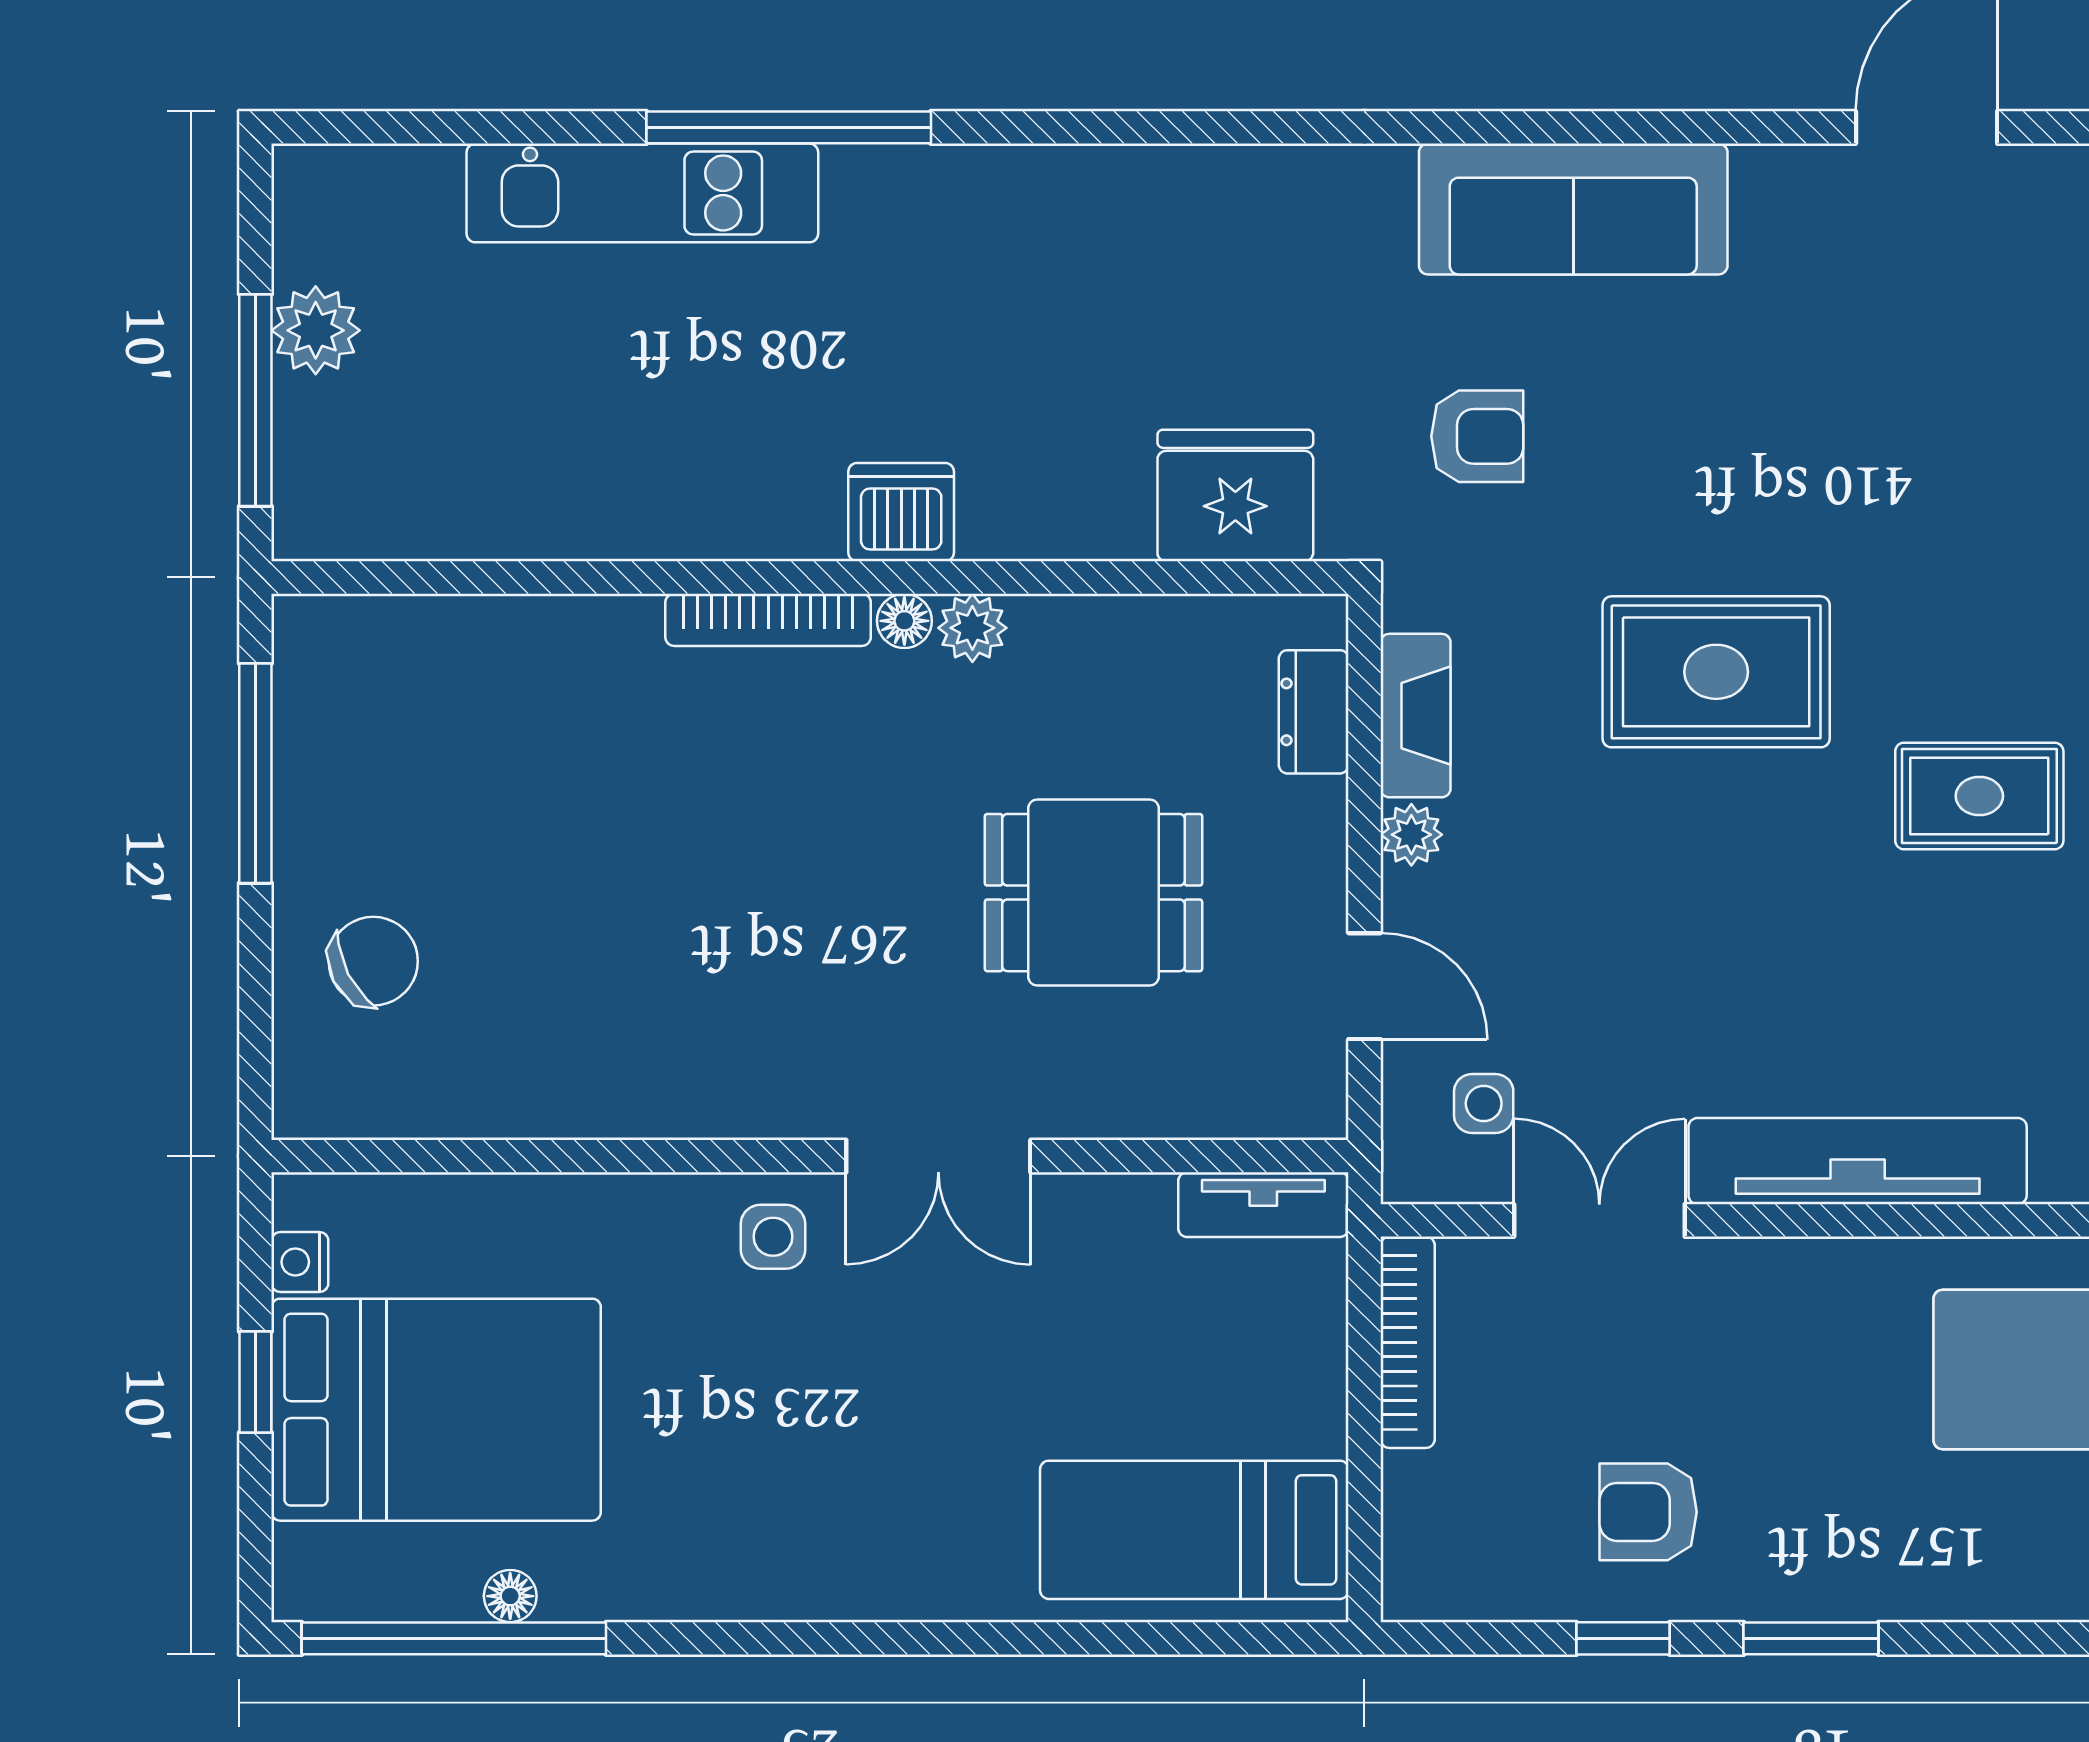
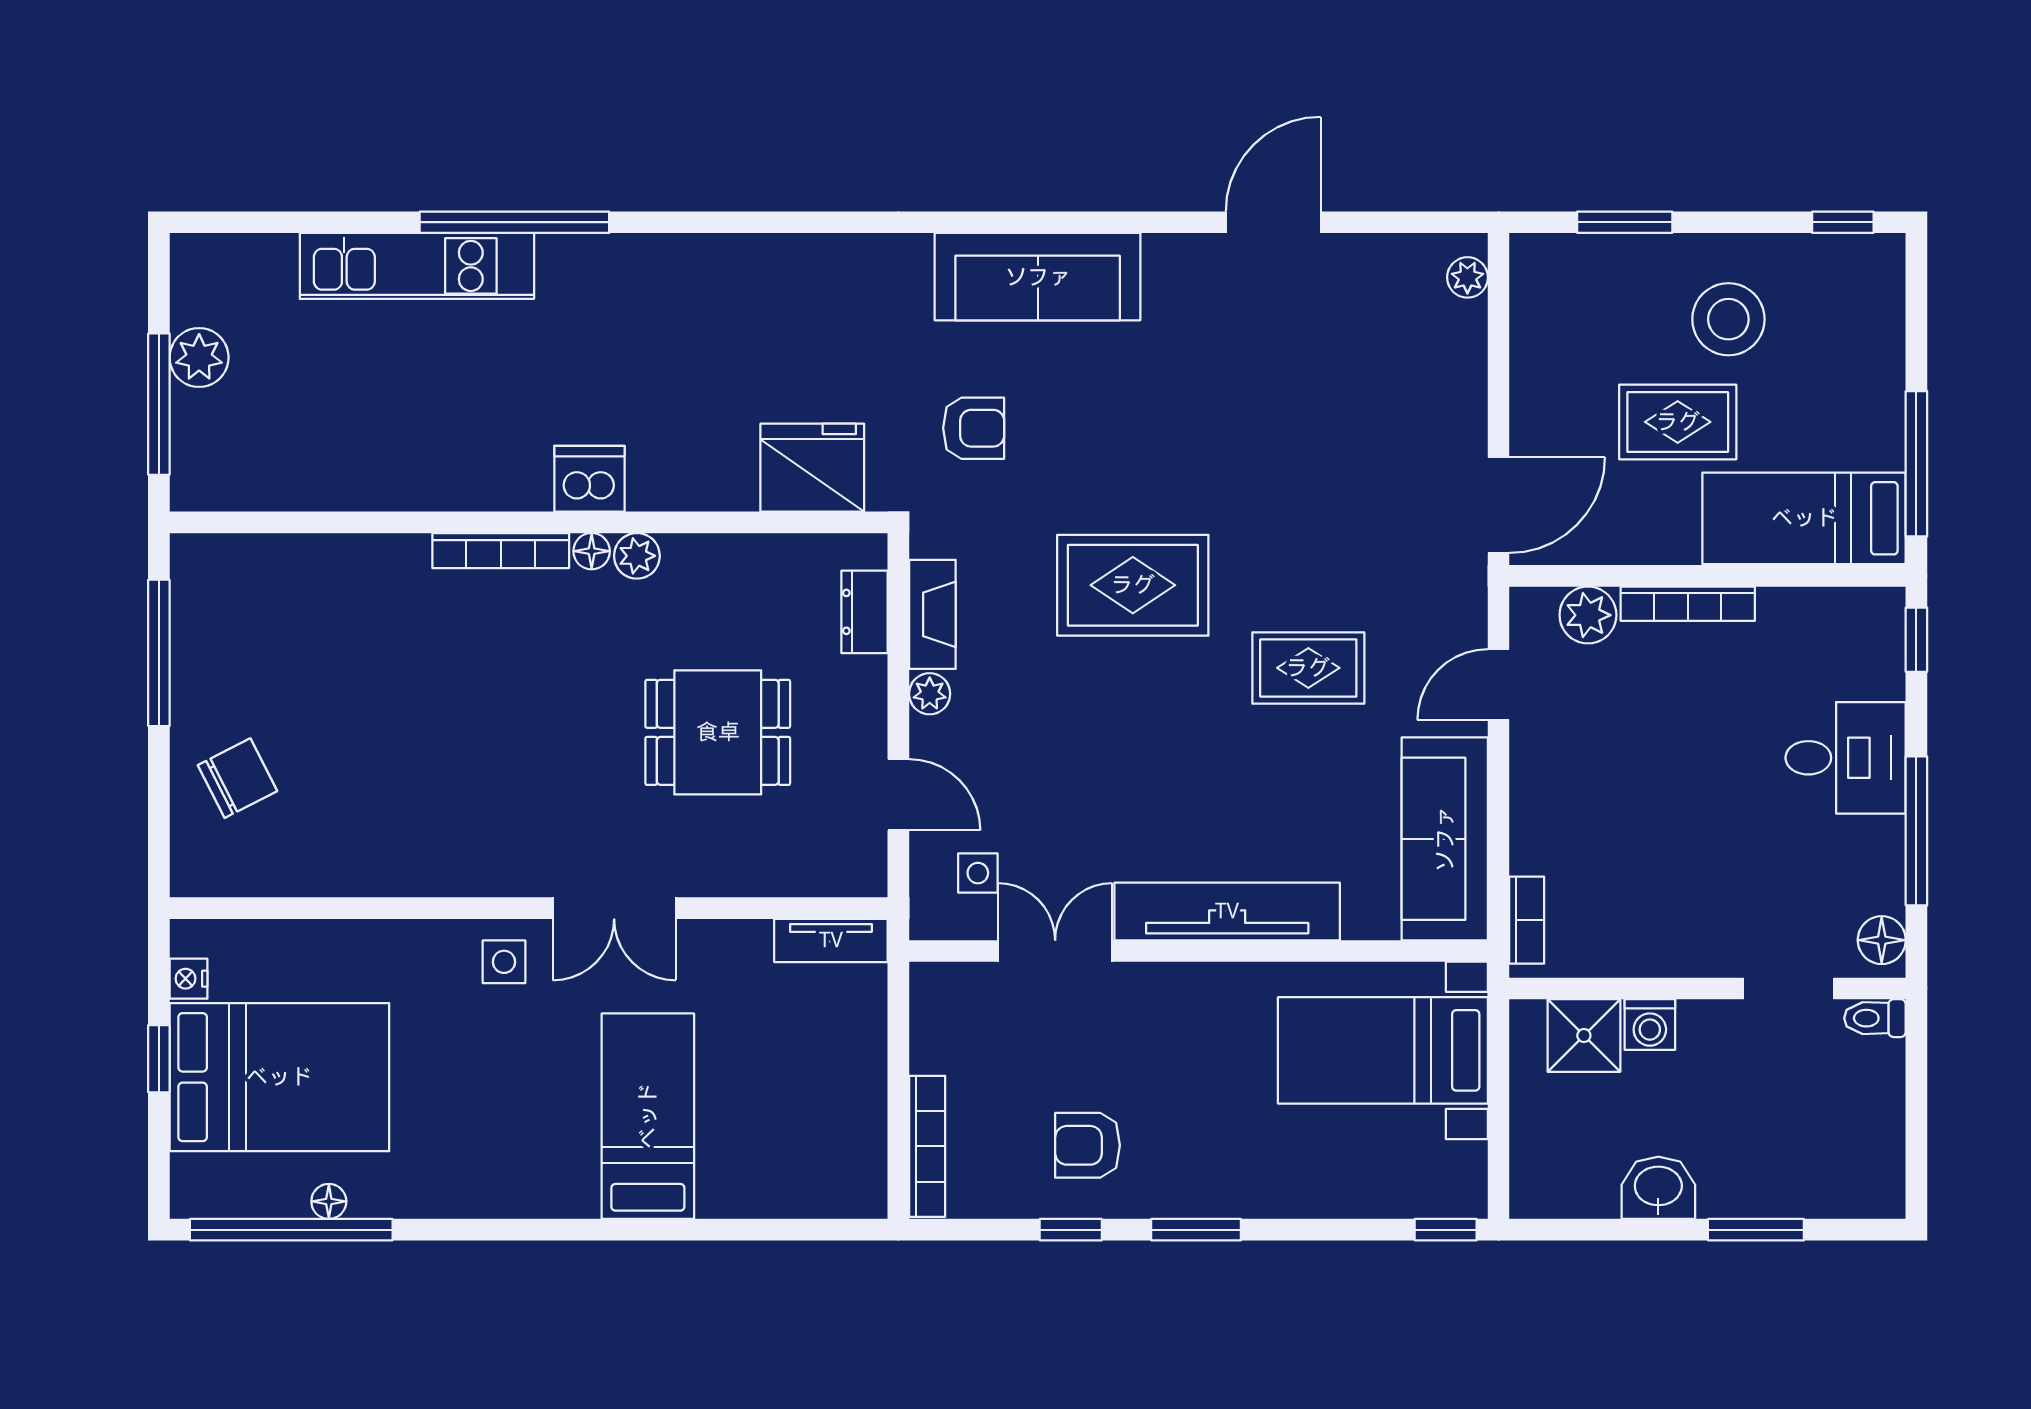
bookcase: (1408, 1342) -> (927, 1146), moved
bed: (1194, 1530) -> (648, 1116), moved, turned 90

